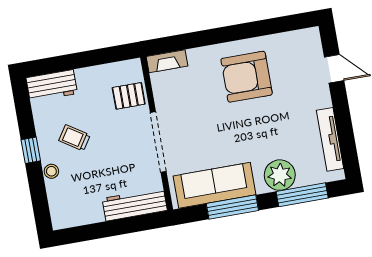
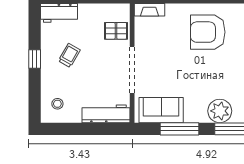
trolley: (75, 138) -> (69, 55), turned 87
stool: (51, 171) -> (57, 104), moved
sofa: (215, 185) -> (161, 110), width x0.73

